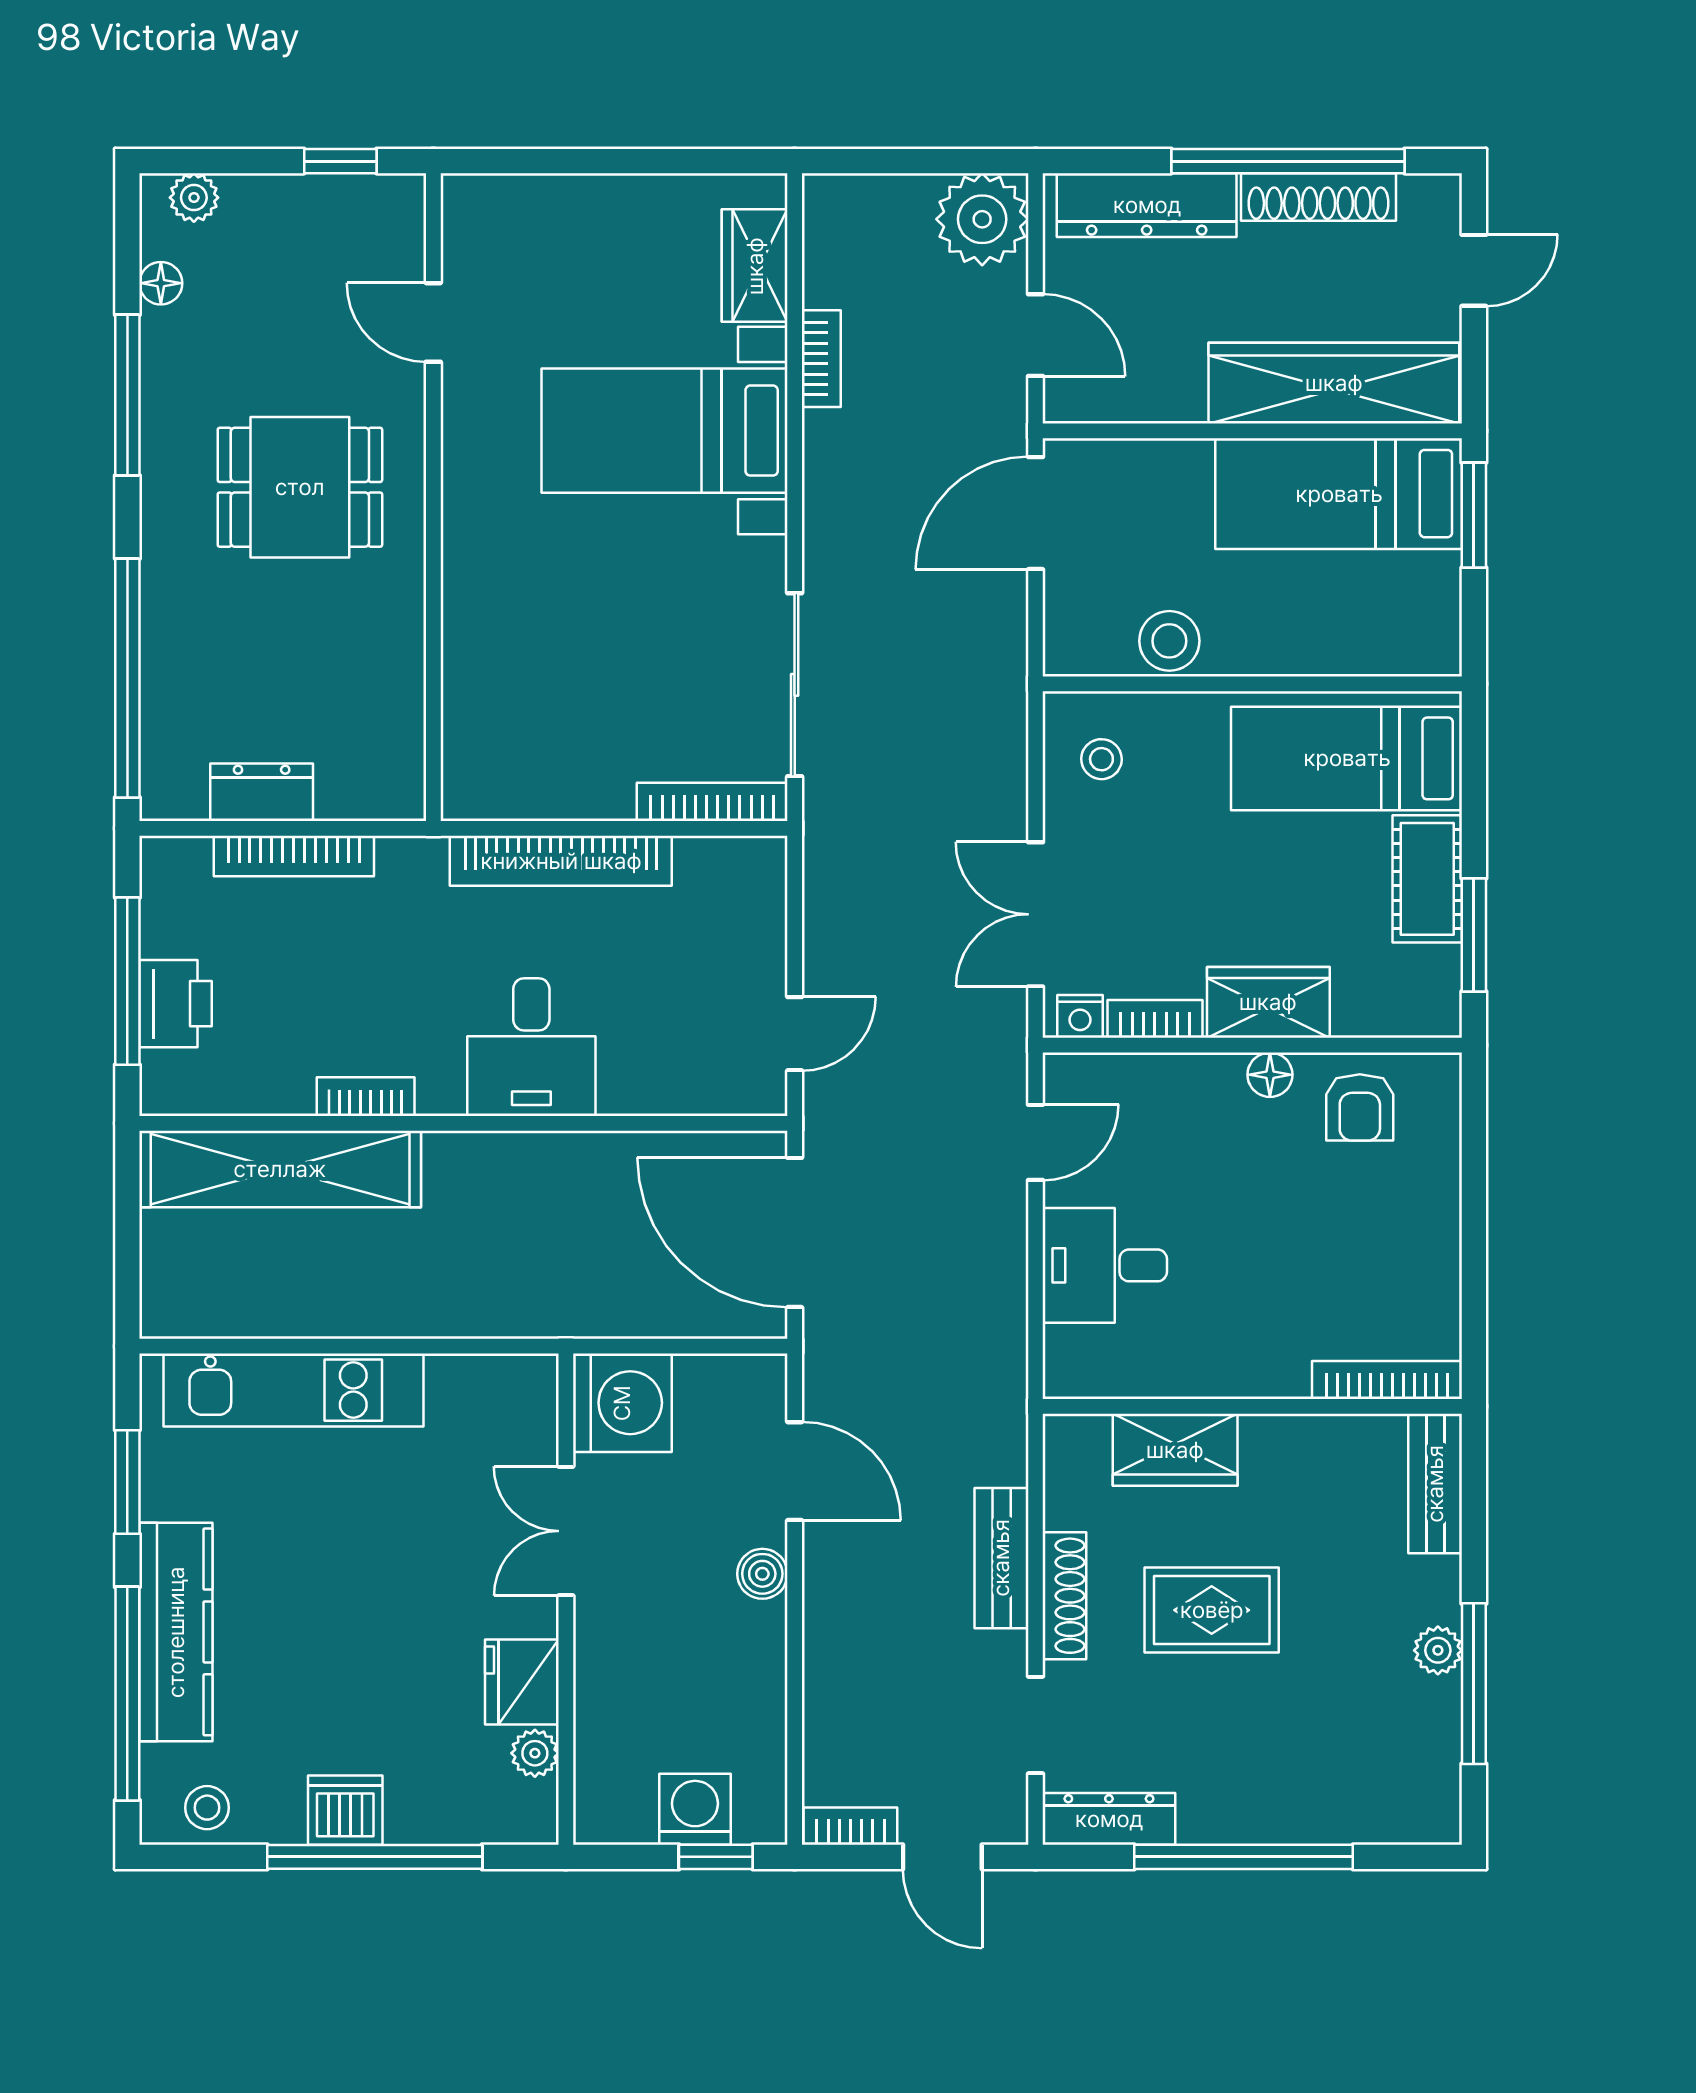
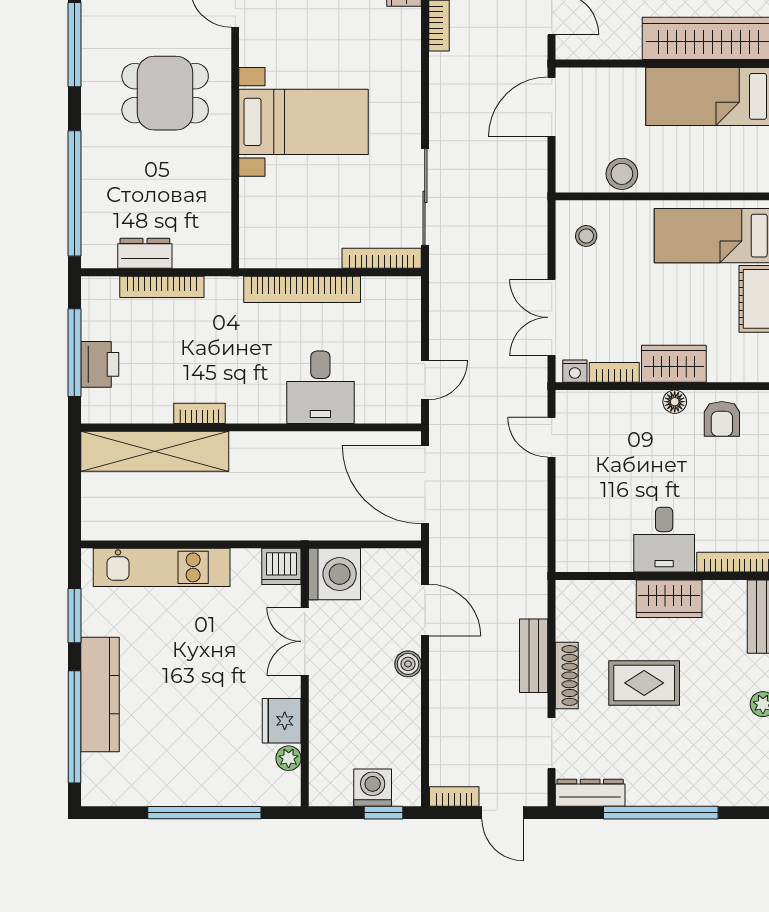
bed with nightstands: (665, 431) -> (303, 122), moved, turned 180
desk: (531, 1047) -> (320, 387), moved
door: (1035, 1142) -> (552, 437), swing flipped
desk: (1105, 1265) -> (664, 540), moved, turned -90
wardrobe: (1175, 1450) -> (669, 599), moved
stool: (207, 1808) -> (116, 787), removed
dishwasher: (345, 1810) -> (281, 566), moved, turned 180

